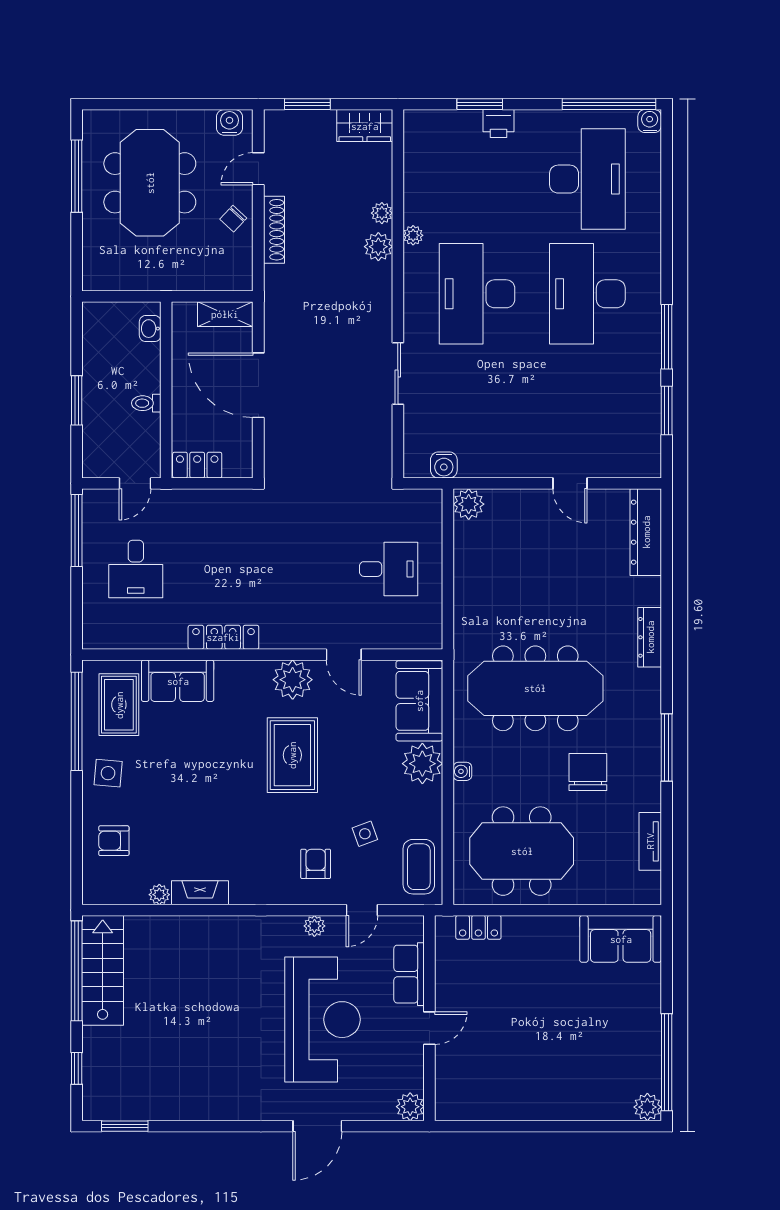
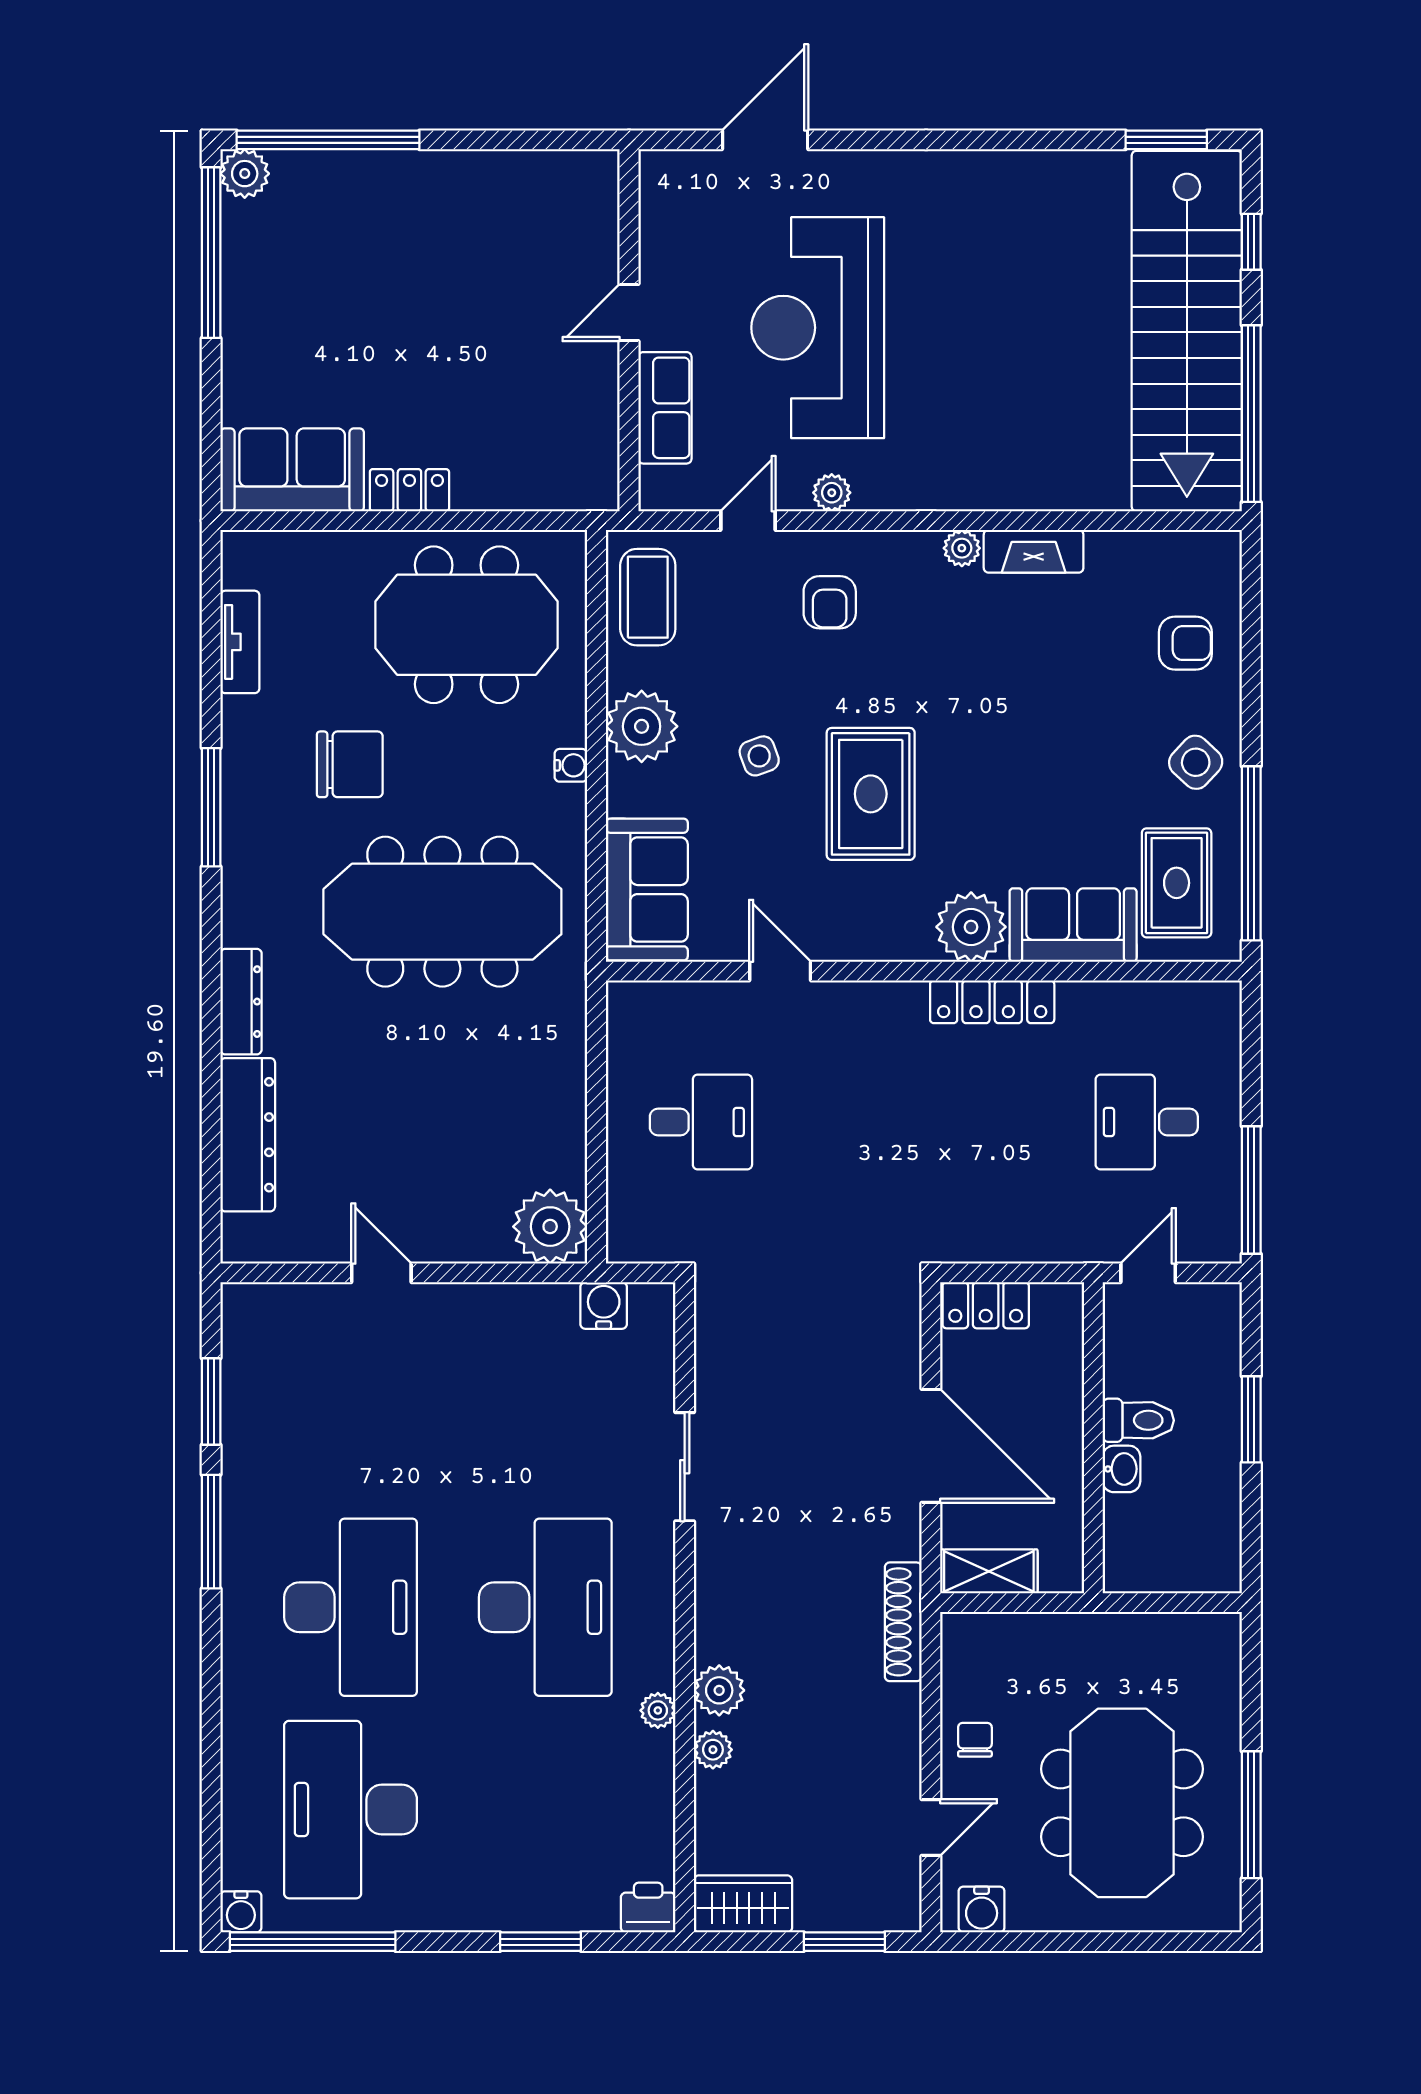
printer: (498, 123) -> (648, 1908), moved
chair: (233, 219) -> (975, 1740), turned -43
shoe rack: (274, 230) -> (903, 1622), moved
washbasin: (150, 329) -> (1121, 1469), moved
toilet: (146, 403) -> (1138, 1420), width x1.37, depth x1.39
locker: (197, 465) -> (986, 1305), moved
plant: (469, 504) -> (550, 1227), width x1.36, depth x1.36
dresser: (646, 532) -> (248, 1135), moved
desk: (136, 569) -> (1147, 1122), turned -90
desk: (389, 569) -> (701, 1122), turned 180
plant: (293, 680) -> (971, 927), moved
plant: (422, 764) -> (642, 726), moved
chair: (588, 772) -> (350, 764), turned -90
side table: (108, 773) -> (1196, 762), turned 38
side table: (365, 834) -> (759, 756), moved
plant: (159, 895) -> (962, 548), moved
locker: (478, 927) -> (409, 490), moved
stairs: (103, 970) -> (1187, 331), width x1.86, depth x1.51
plant: (410, 1107) -> (663, 174), removed
door: (317, 1126) -> (765, 140), moved
window: (600, 1126) -> (328, 140), added

